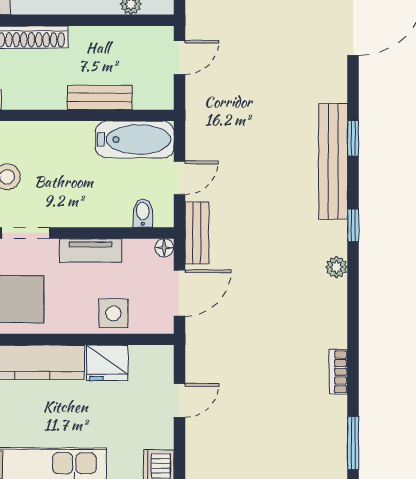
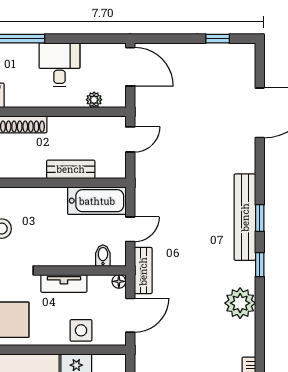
window: (353, 138) -> (260, 218), moved
plant: (336, 267) -> (240, 303), width x1.88, depth x1.88

